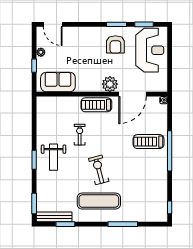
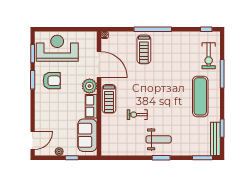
row of seats: (89, 86) -> (91, 106), added
exercise bike: (99, 170) -> (209, 56), moved, turned -75

